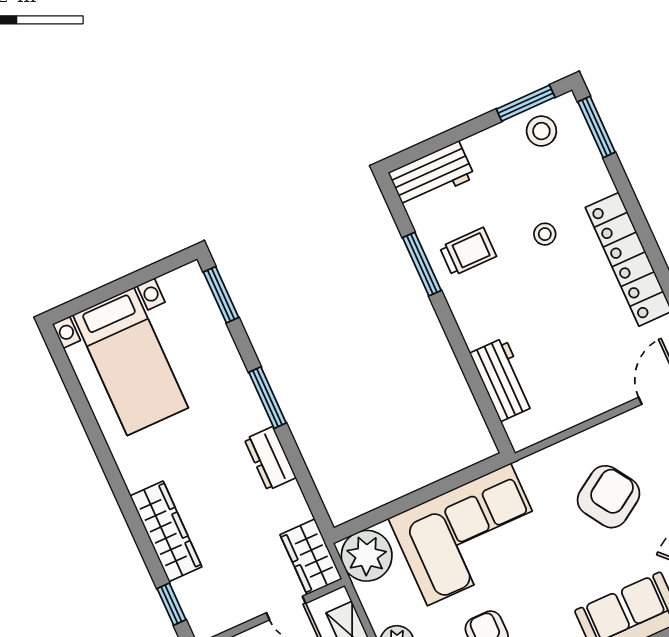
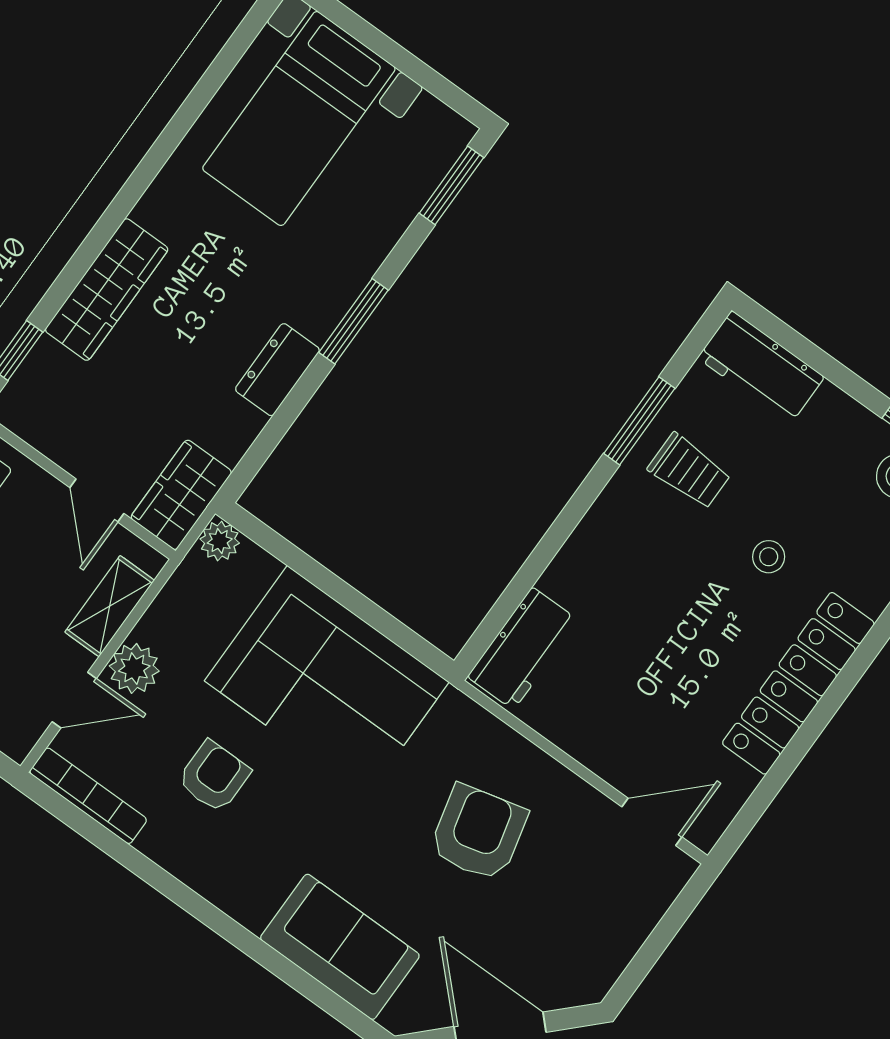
workbench: (503, 379) -> (523, 648), moved
armchair: (609, 497) -> (478, 833), turned -71
plant: (367, 556) -> (220, 541), width x0.53, depth x0.53

